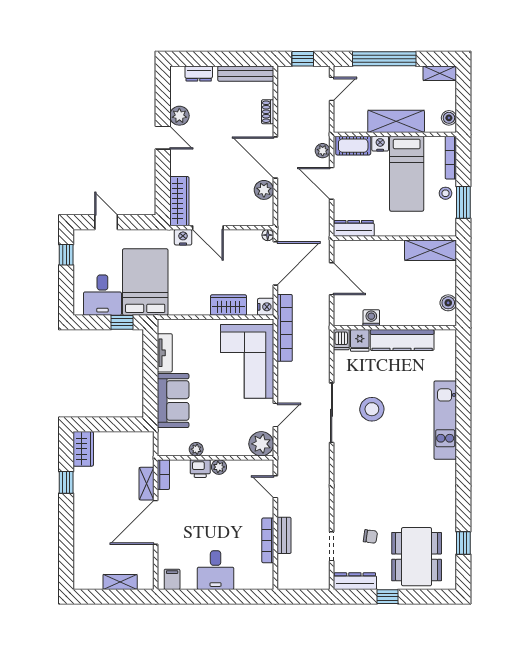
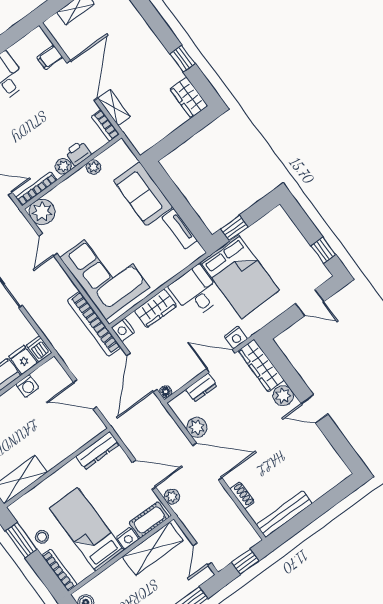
dresser: (199, 73) -> (201, 387), moved, turned 180
plant: (179, 116) -> (283, 396), moved
shelving: (396, 121) -> (153, 549), moved
desk: (102, 295) -> (196, 292), moved
bookcase: (253, 465) -> (36, 189), added
filing cabinet: (172, 579) -> (50, 57), moved, turned 90

